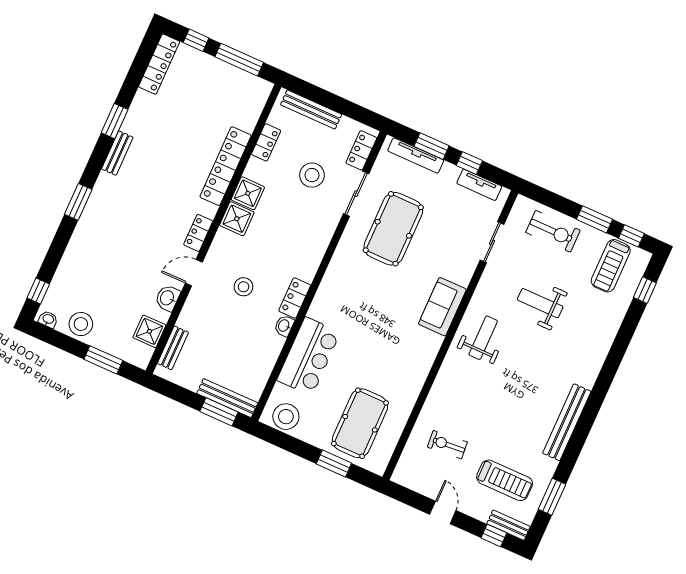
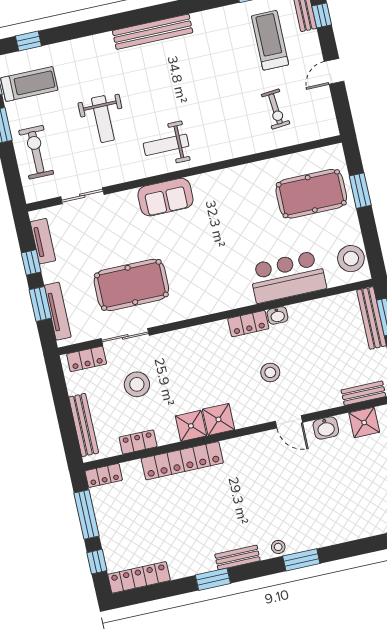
stool: (102, 191) -> (278, 547), added
locker: (198, 233) -> (104, 475), moved
bench: (567, 422) -> (153, 32), moved

